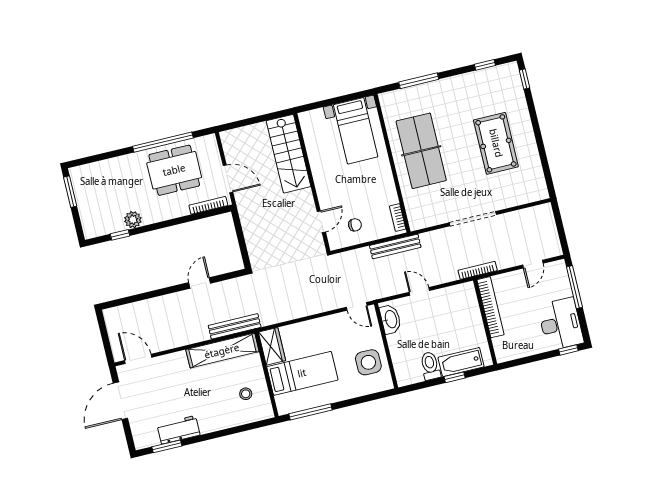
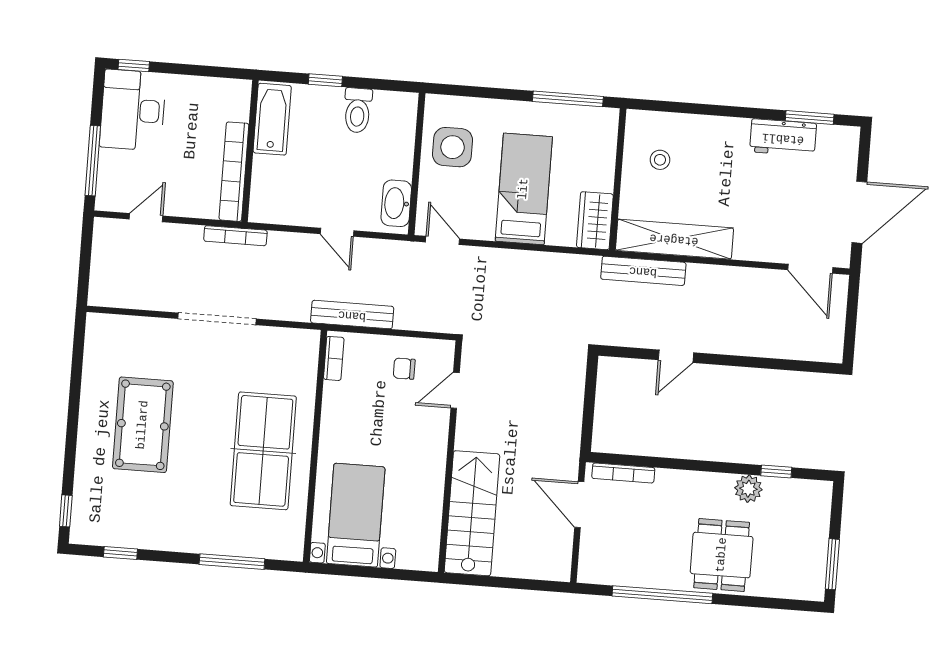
dining table: (174, 170) -> (722, 555), moved, width x0.73
bathtub: (461, 362) -> (272, 119), moved, turned -90
bed: (302, 373) -> (524, 189), moved, turned 90

